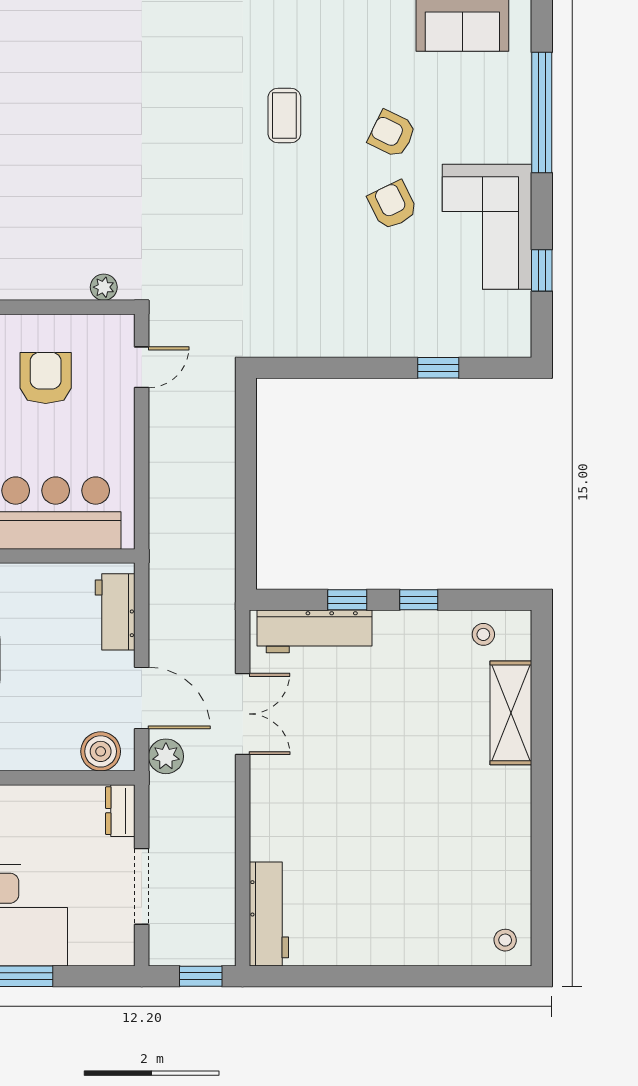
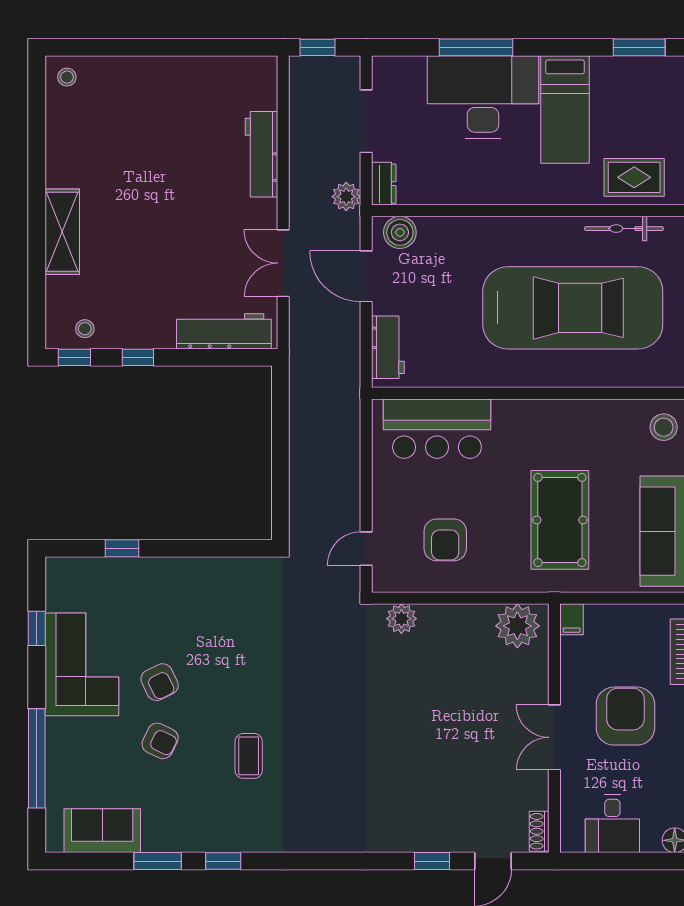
plant: (104, 287) -> (401, 619), width x1.38, depth x1.38
window: (347, 600) -> (74, 357), moved
shelving: (511, 713) -> (62, 232), moved
plant: (166, 756) -> (346, 197), moved
workbench: (269, 914) -> (261, 154), moved

